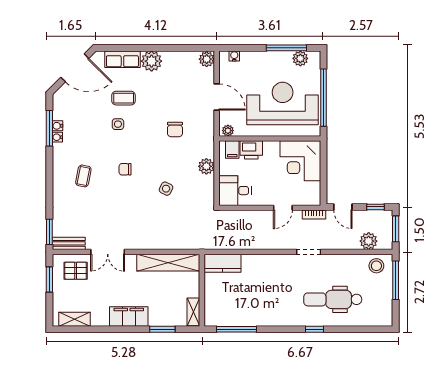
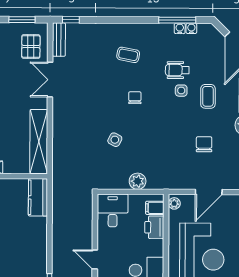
wheelchair: (98, 128) -> (177, 70), added
chair: (175, 129) -> (204, 144), moved, turned 90
water cooler: (57, 137) -> (191, 28), moved
window: (49, 232) -> (71, 20), width x0.67

